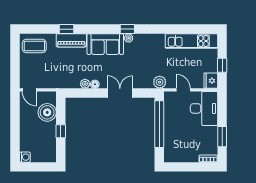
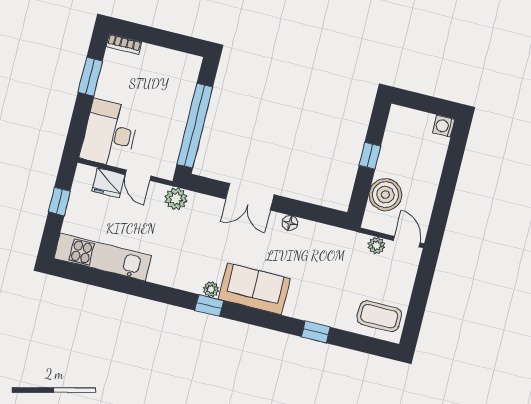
piano: (71, 40) -> (312, 310), removed
fridge: (211, 81) -> (108, 183), moved, turned 90
plant: (85, 84) -> (377, 246), moved

